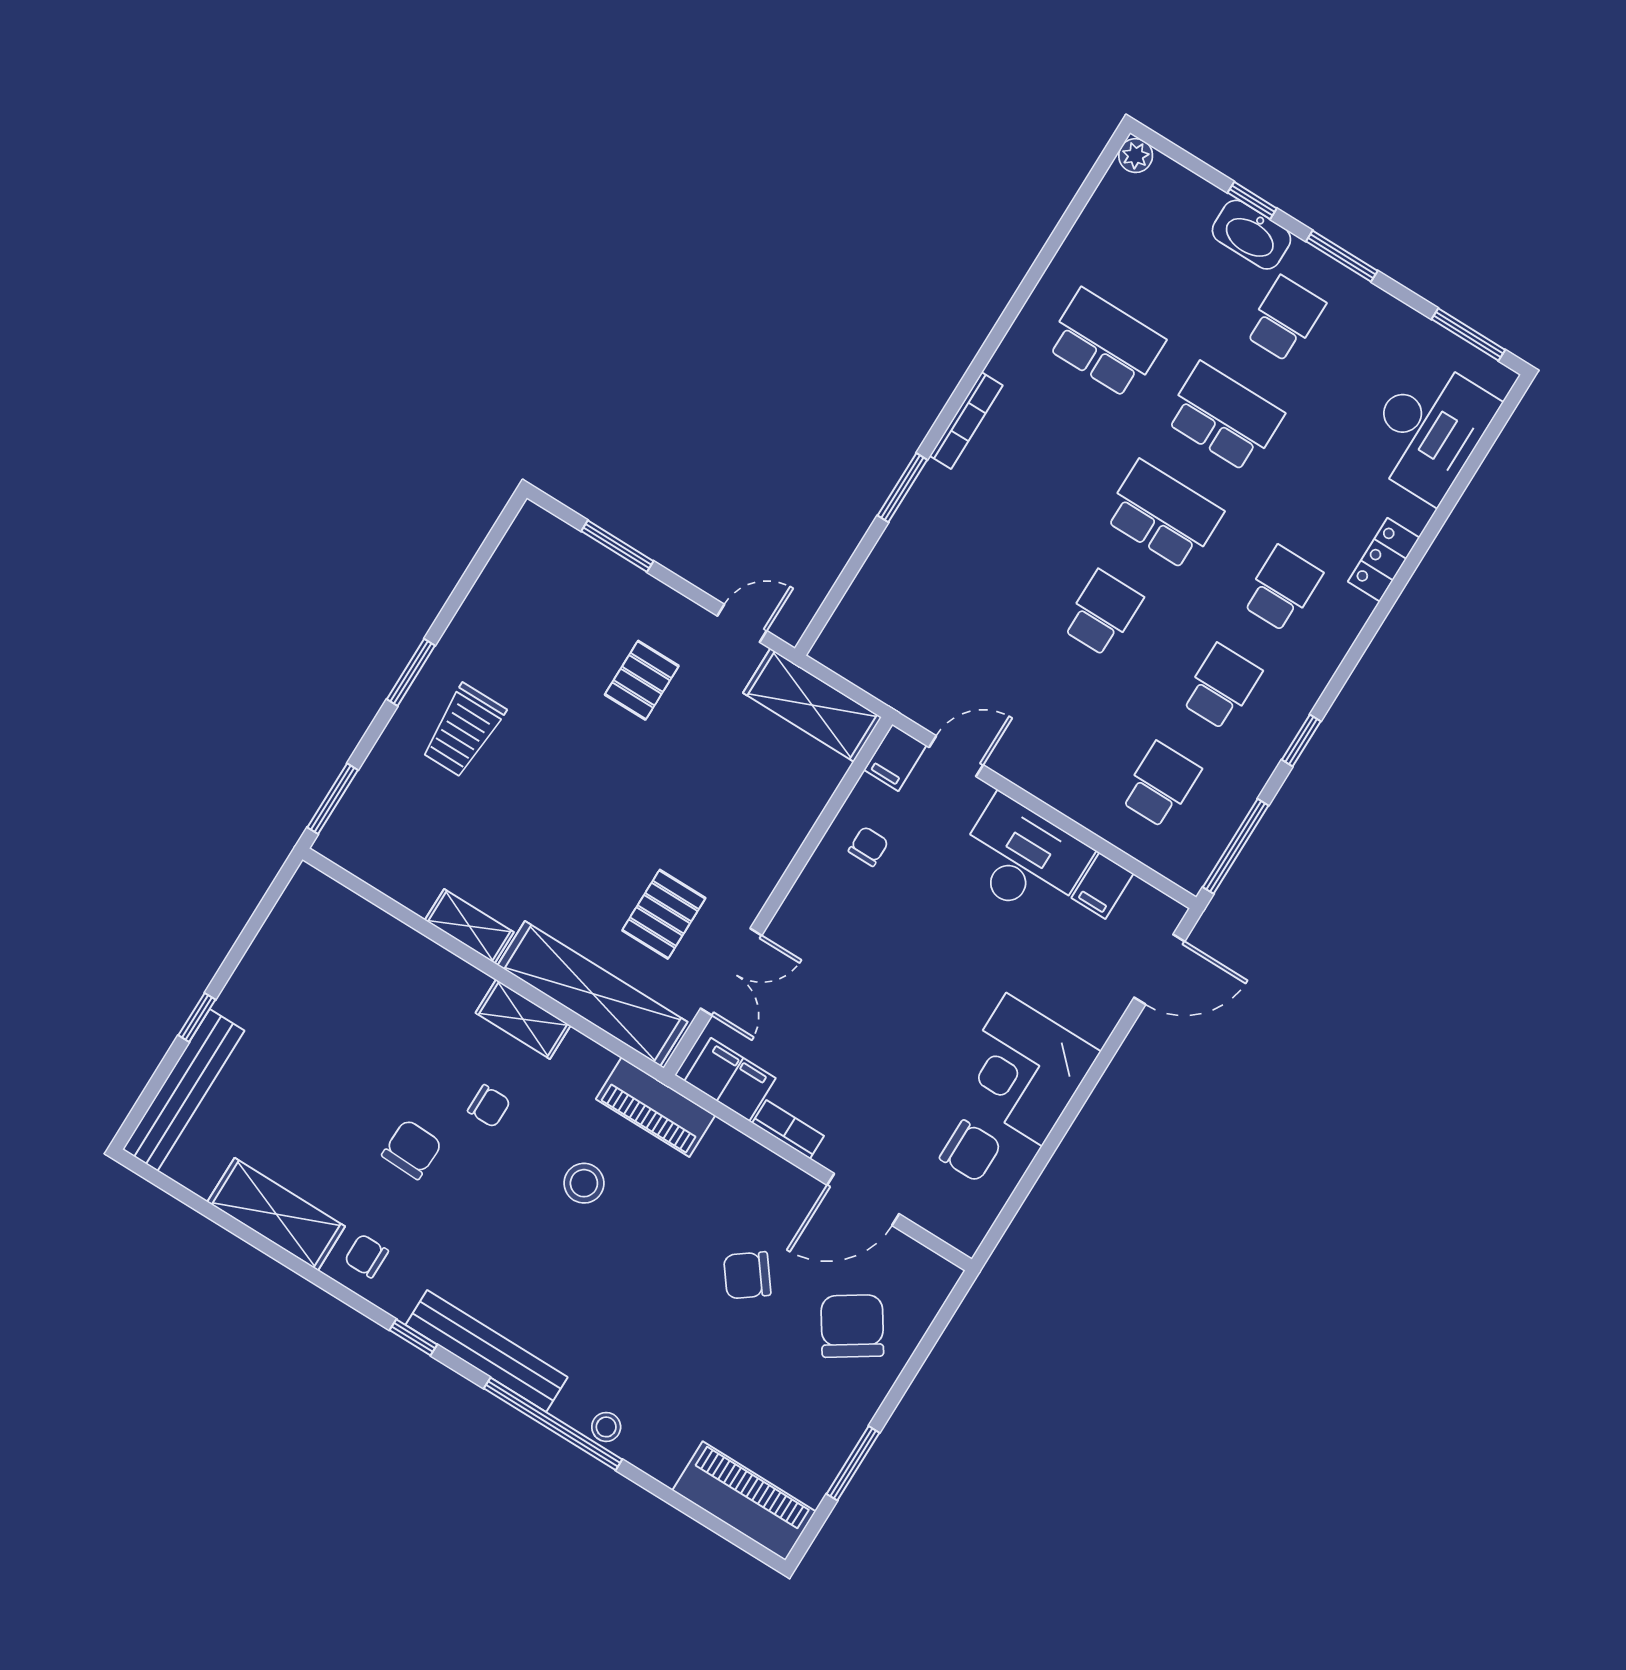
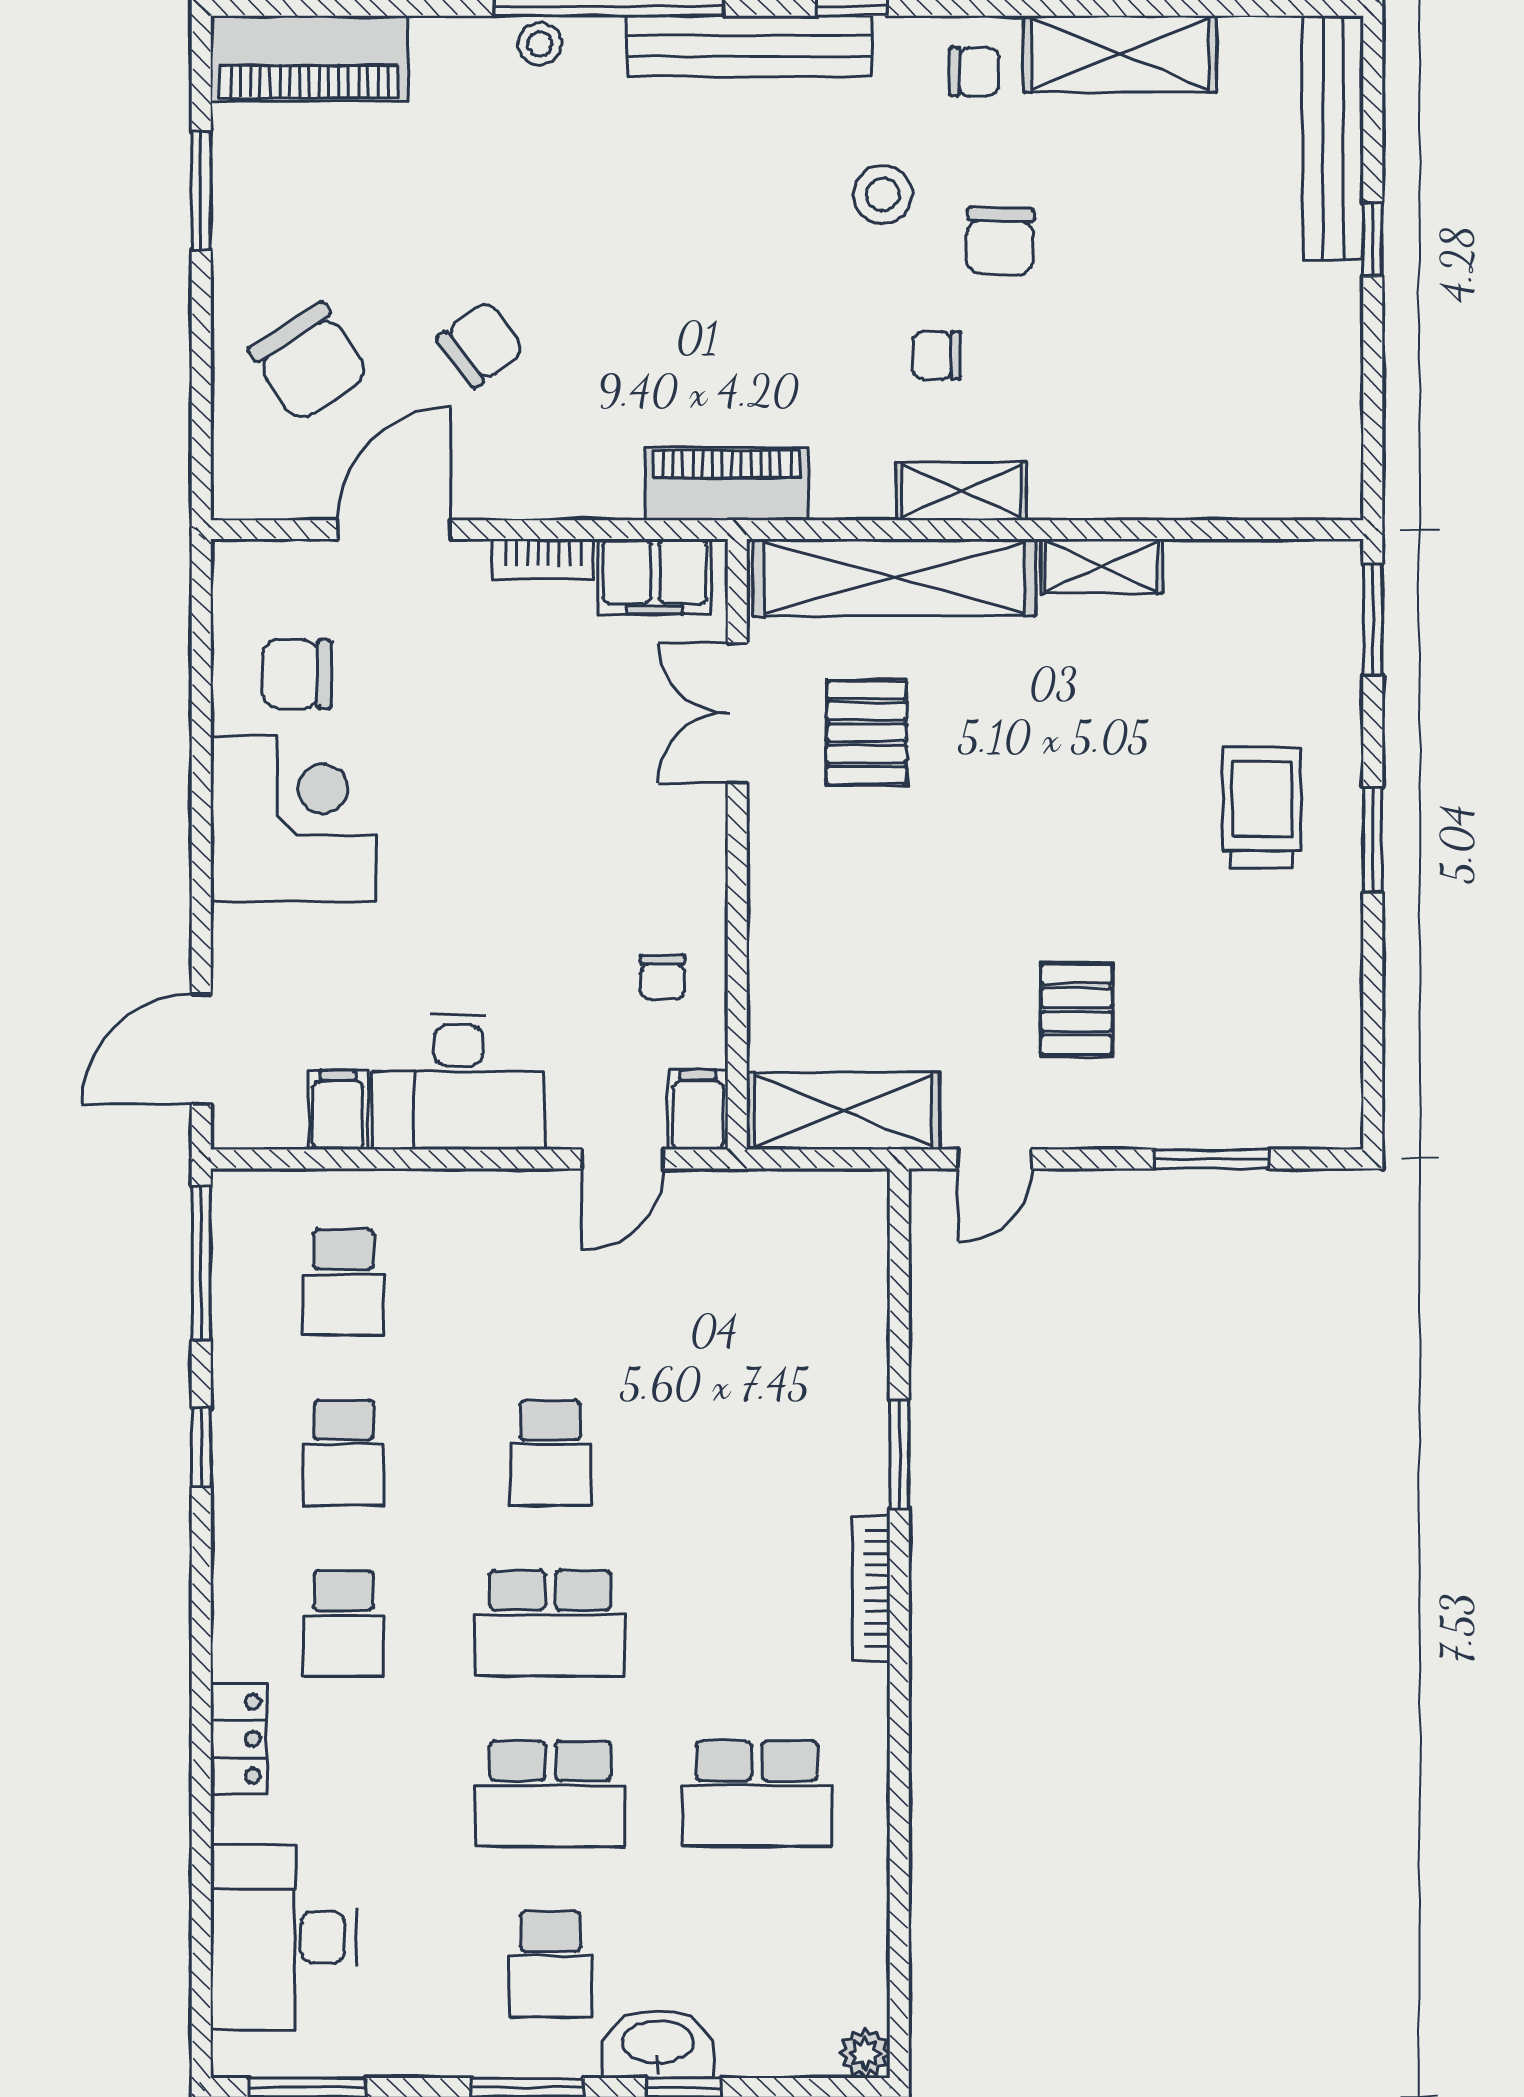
stool: (584, 1183) -> (883, 194), moved

